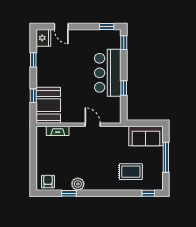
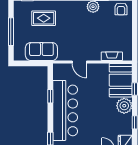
bar counter: (108, 73) -> (65, 110), width x1.36
plant: (44, 78) -> (124, 106), added
sofa: (146, 136) -> (41, 52), moved

